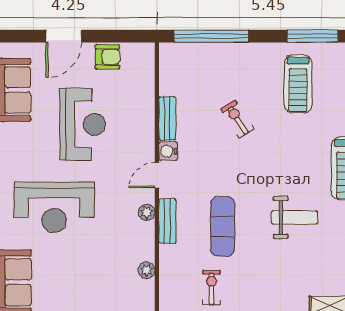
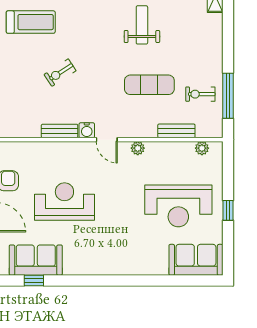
reception desk: (54, 207) -> (178, 206), moved, turned 90
bench: (167, 221) -> (176, 131), moved
plant: (147, 270) -> (202, 148), moved

